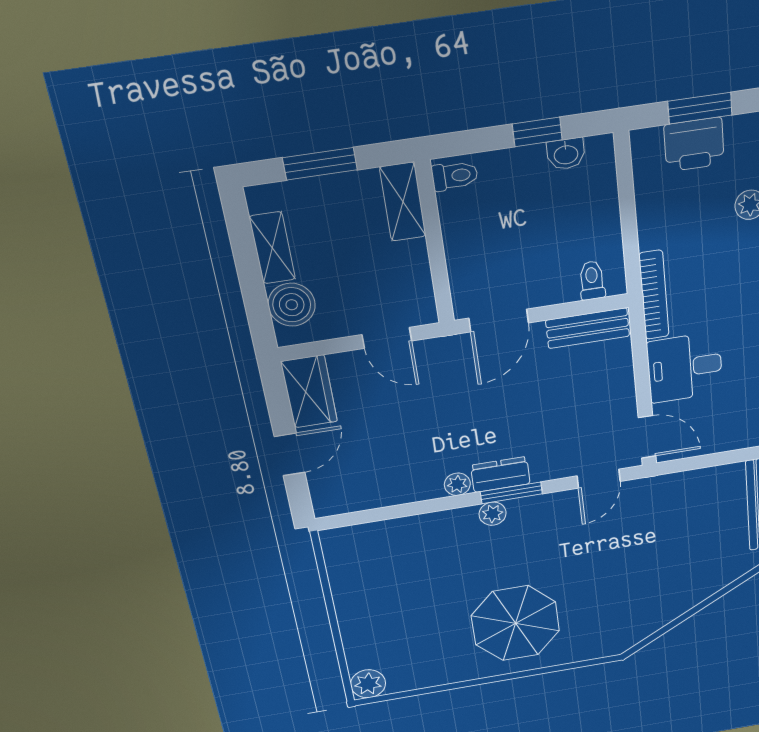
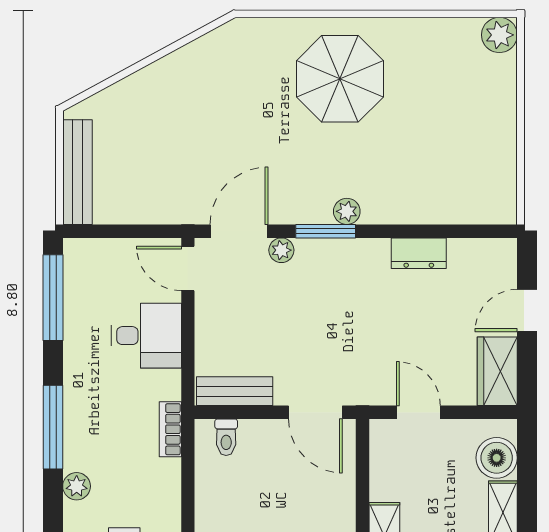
bookcase: (654, 295) -> (170, 429), width x0.64
door: (499, 321) -> (315, 412), swing flipped
dresser: (500, 475) -> (419, 253), moved
door: (599, 479) -> (239, 231), width x1.38
plant: (457, 484) -> (281, 250), moved

